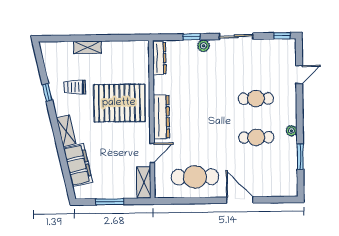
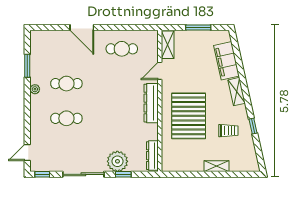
sliding door: (236, 36) -> (83, 174), width x1.37
plant: (204, 46) -> (117, 161), width x1.88, depth x1.88
door: (299, 75) -> (27, 152), moved
pallet: (119, 103) -> (189, 116), turned 90
cafe table: (195, 177) -> (122, 49), width x0.73, depth x0.74

